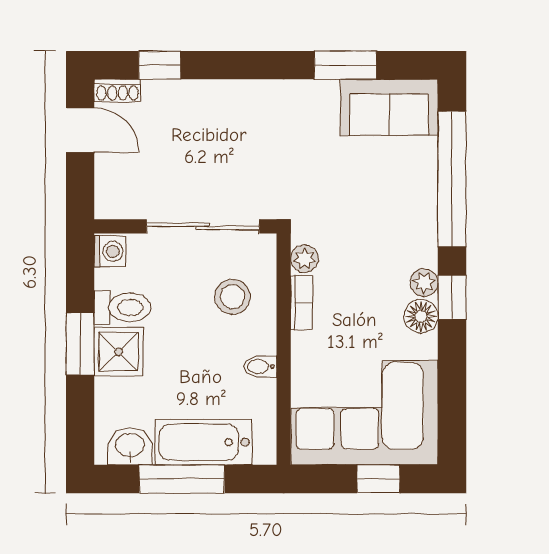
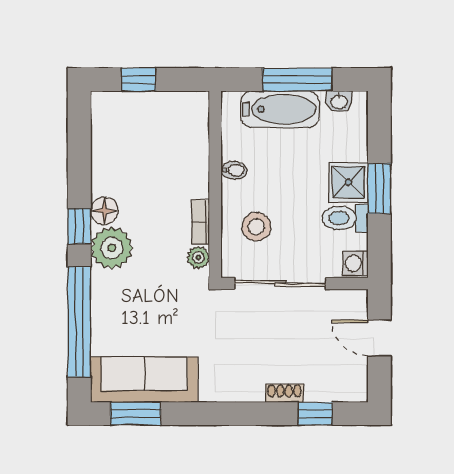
window: (345, 65) -> (136, 414), moved
shoe rack: (117, 90) -> (284, 393), moved
sofa: (389, 107) -> (144, 380), width x1.36
door: (80, 130) -> (379, 338), moved
plant: (424, 283) -> (112, 248), width x1.87, depth x1.87
corner sofa: (365, 413) -> (150, 133), removed
washbasin: (130, 446) -> (339, 101), width x0.72, depth x0.69

